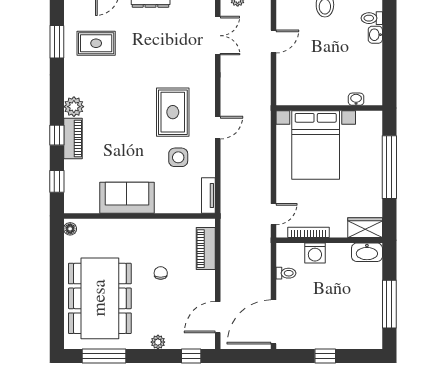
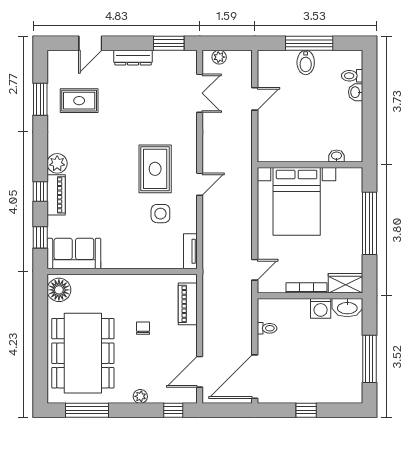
sofa: (127, 198) -> (74, 253), moved
floor lamp: (70, 229) -> (59, 290), width x1.89, depth x1.89
bookcase: (309, 232) -> (307, 288), moved
washing machine: (315, 253) -> (321, 308), moved

